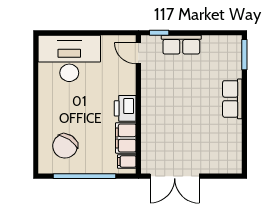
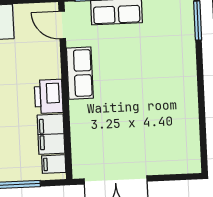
row of seats: (232, 99) -> (80, 73), moved, turned 180

